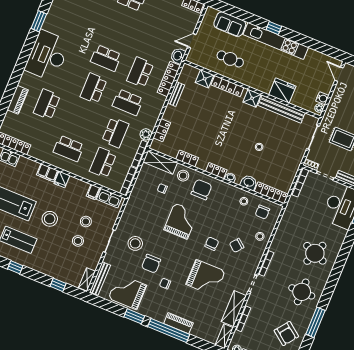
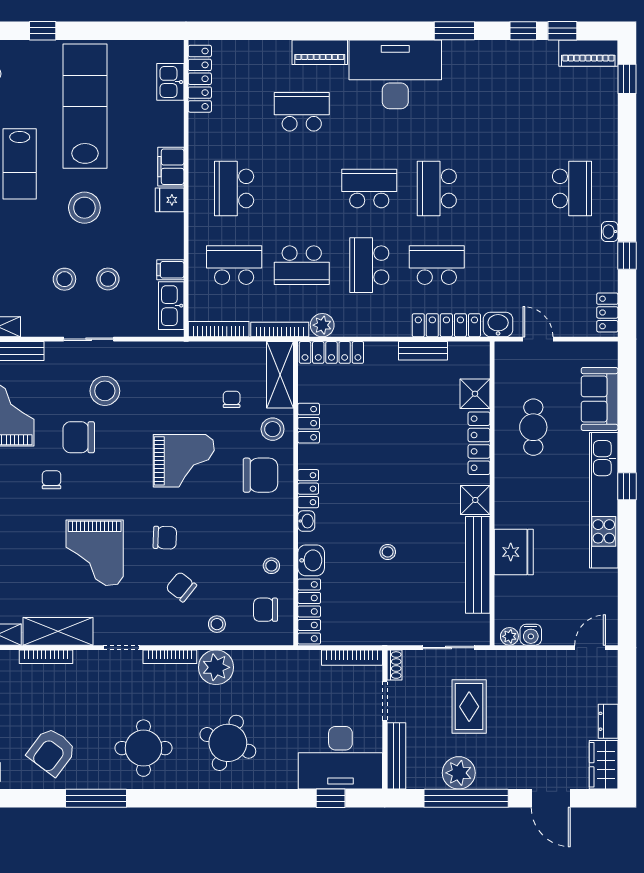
piano: (18, 100) -> (320, 52), moved
locker: (162, 130) -> (331, 352), width x1.53
plant: (279, 245) -> (216, 667), added

